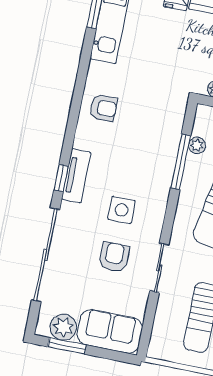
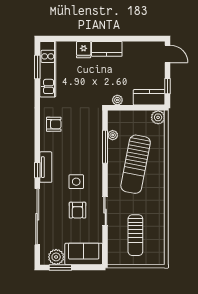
armchair: (114, 257) -> (77, 210), turned 180

